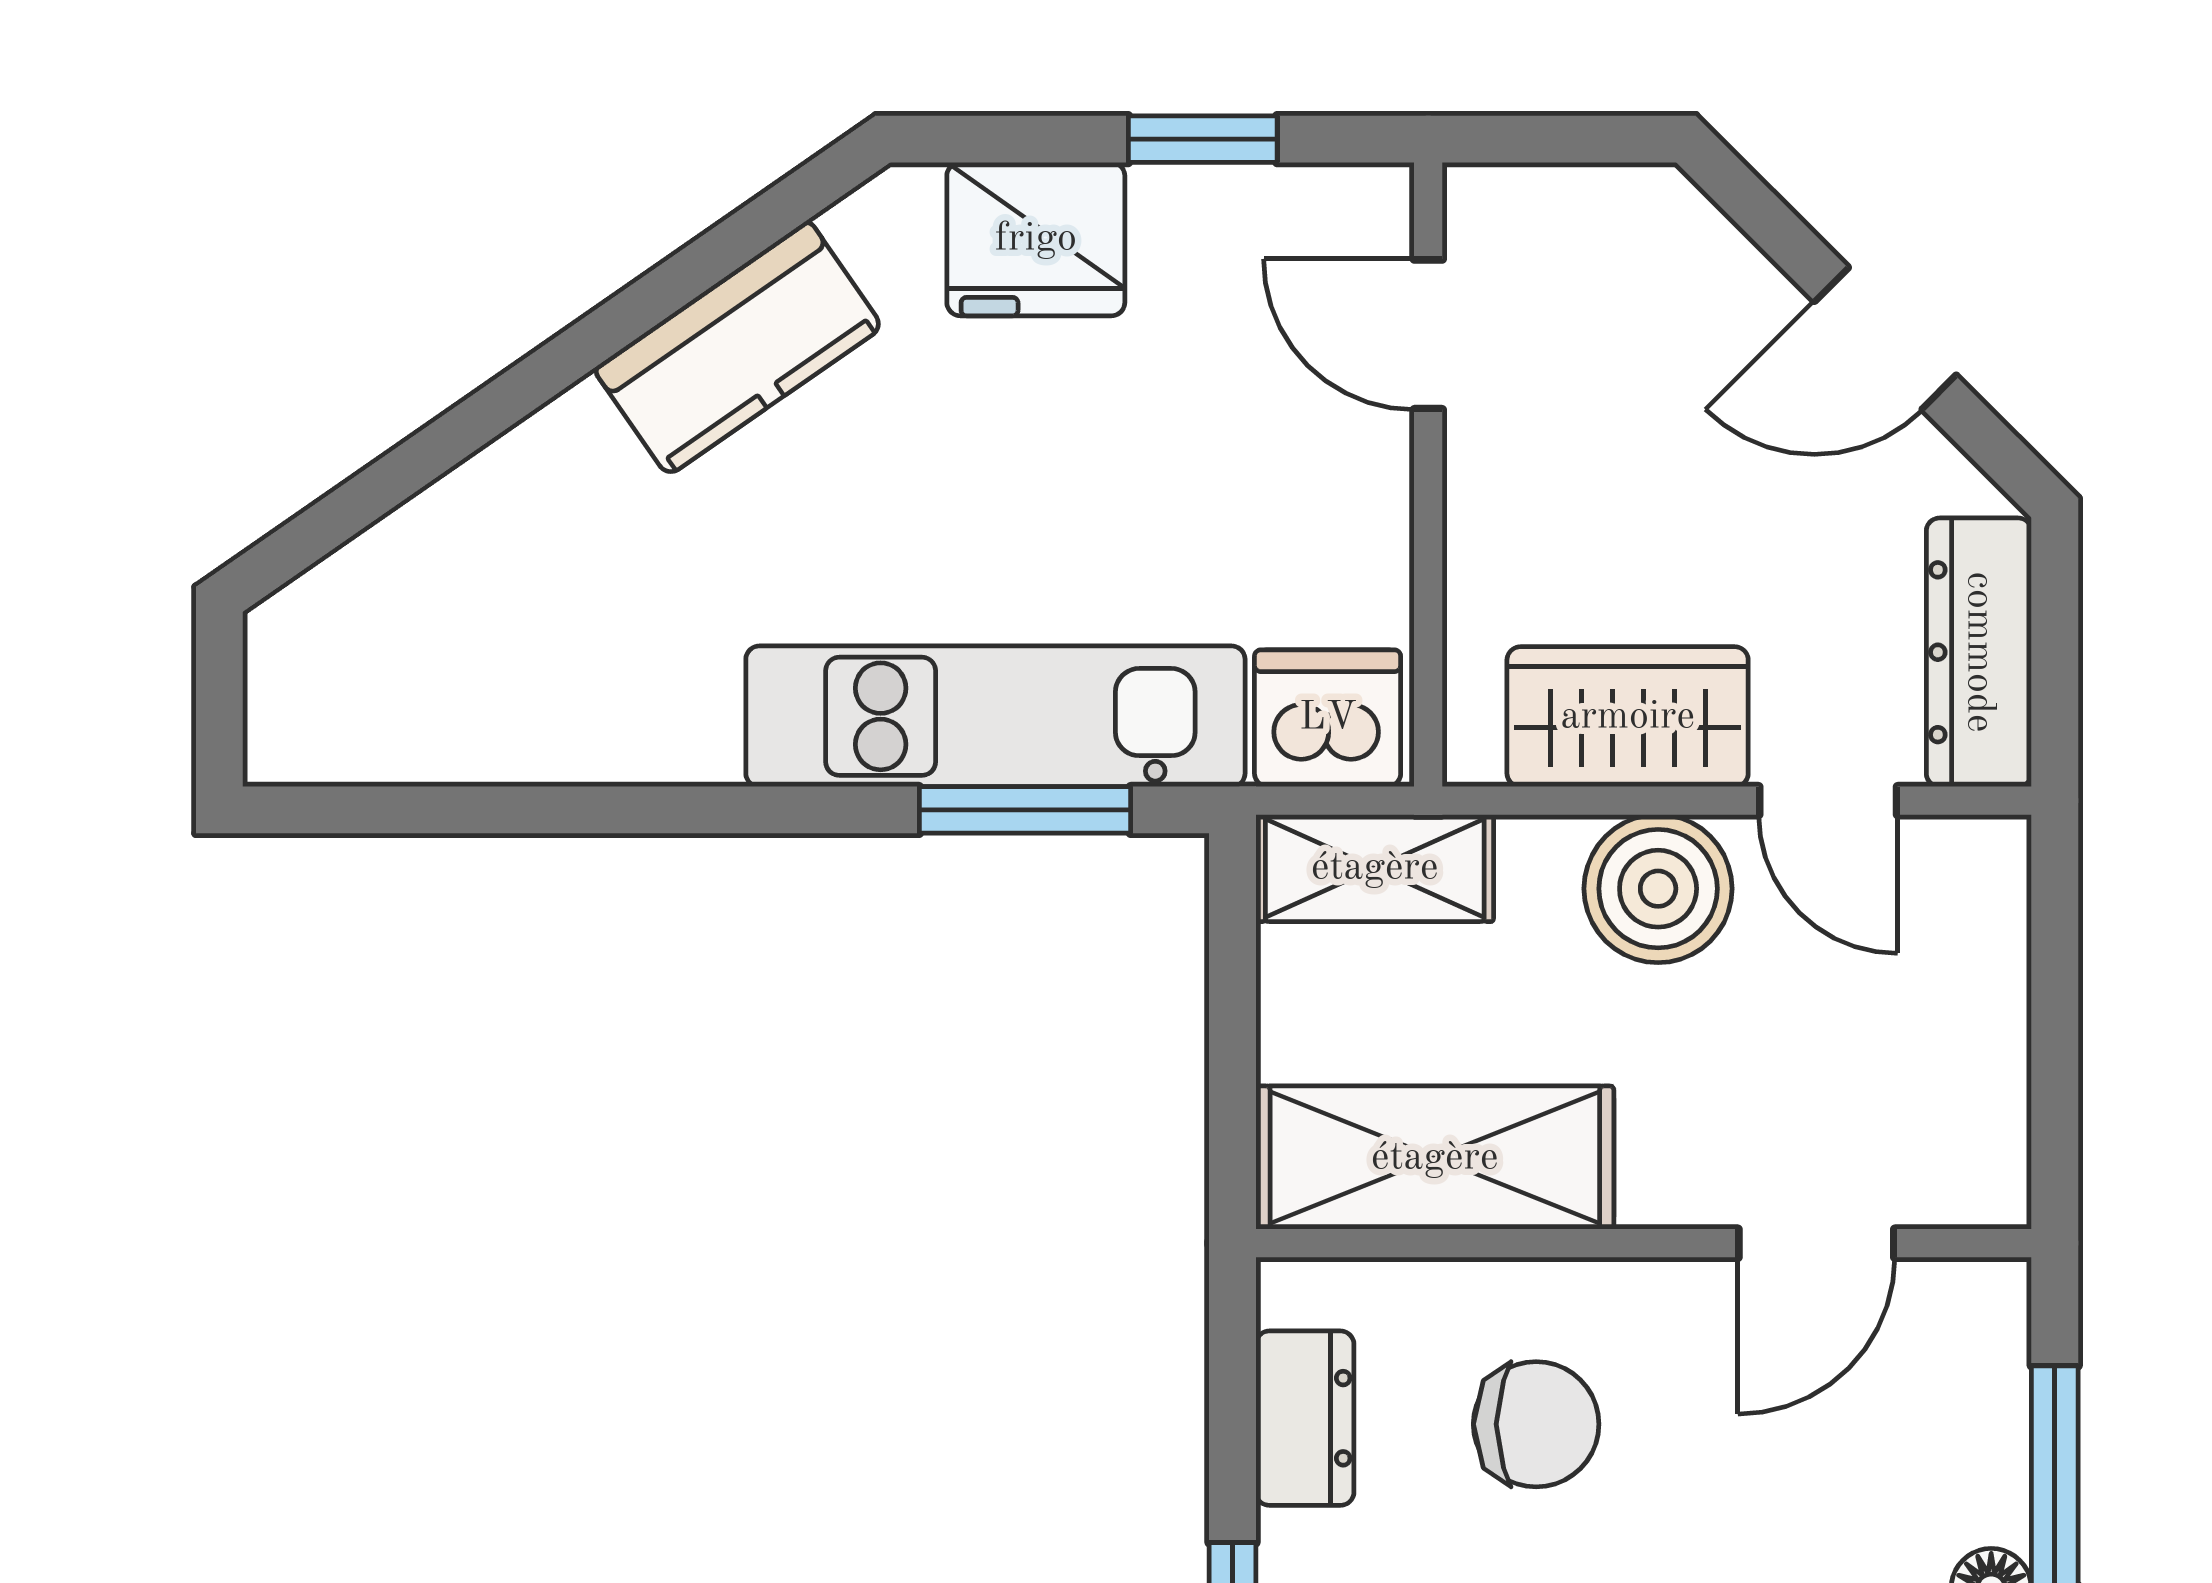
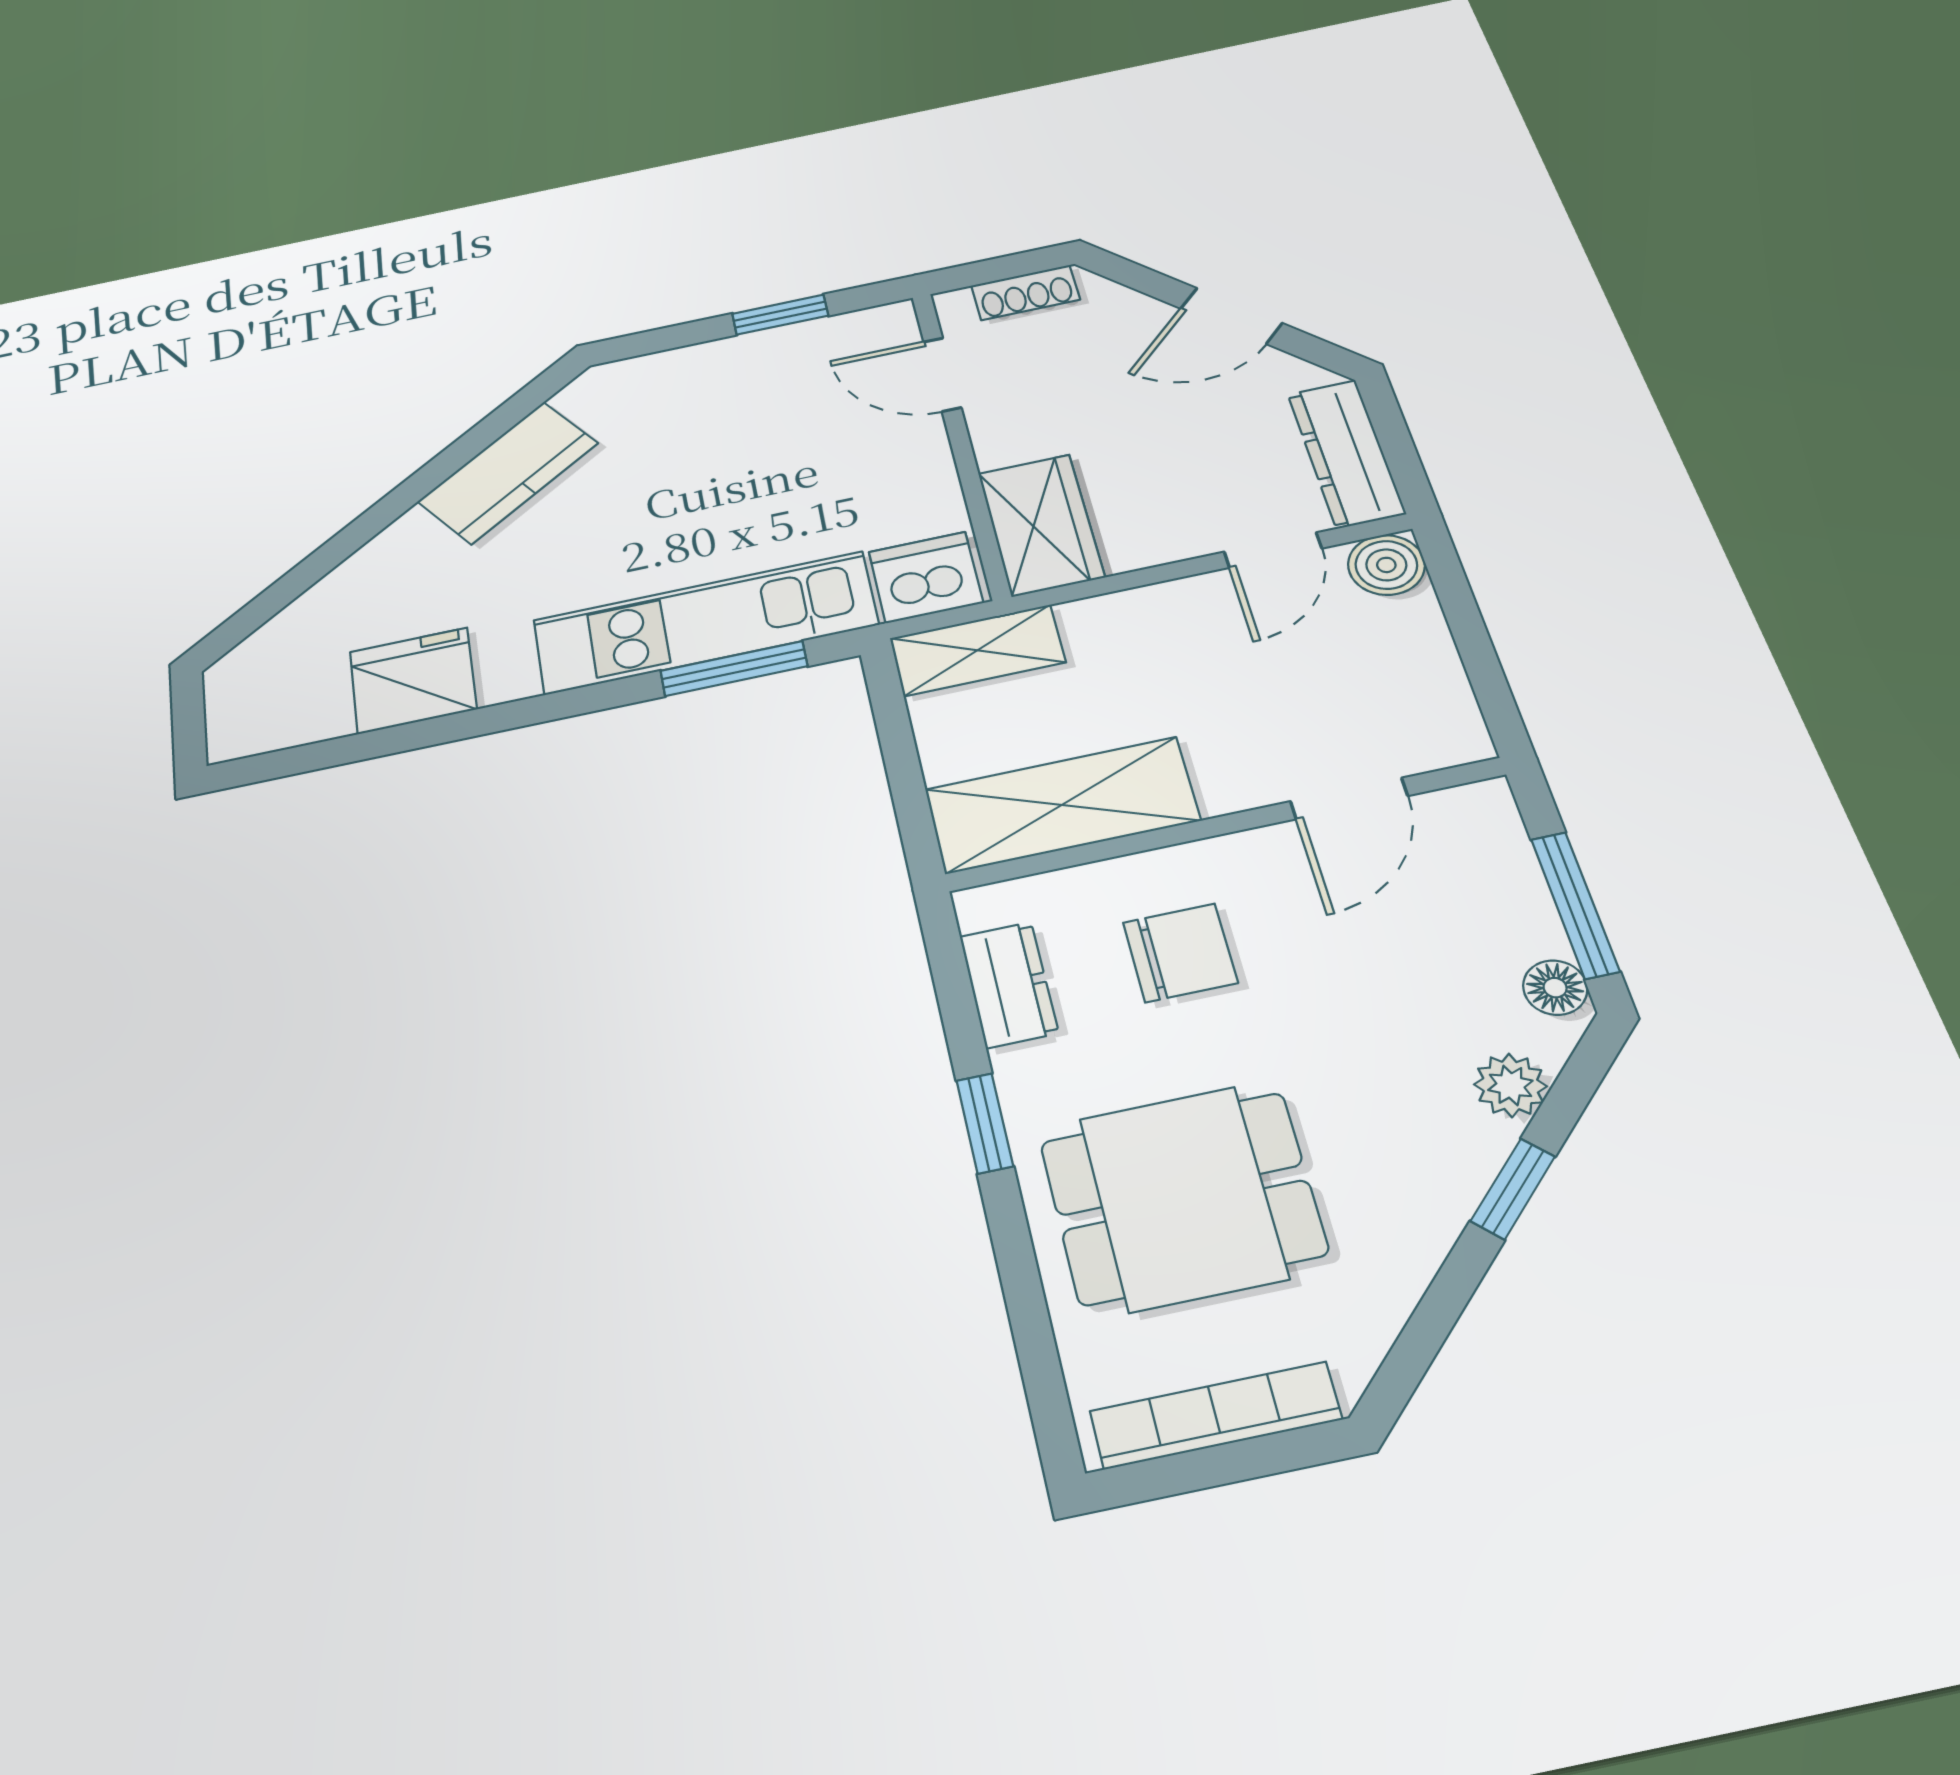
shoe rack: (1589, 201) -> (1025, 292), added
fridge: (1036, 239) -> (413, 680), moved, turned 180
wardrobe: (1628, 717) -> (1041, 525), moved, turned 90
door: (1828, 801) -> (1273, 550), hinge flipped
boiler: (1658, 889) -> (1386, 565), moved, width x0.73, depth x0.73

